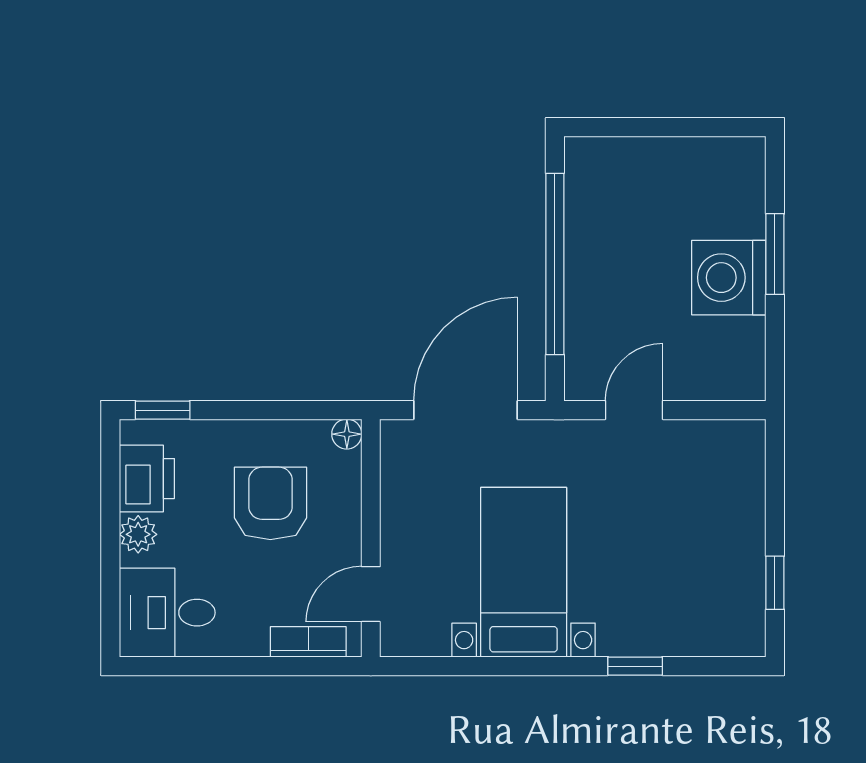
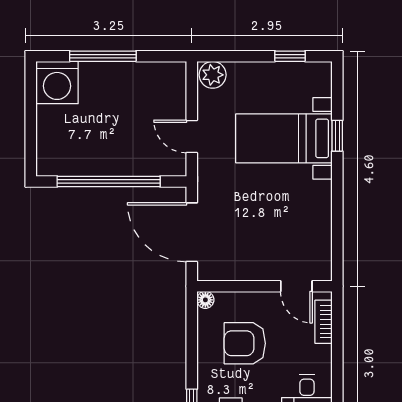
window: (775, 254) -> (103, 56), width x1.44
washing machine: (729, 278) -> (57, 83), moved
plant: (742, 447) -> (213, 75), added
bed with nightstands: (524, 572) -> (284, 138), moved

